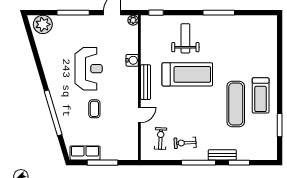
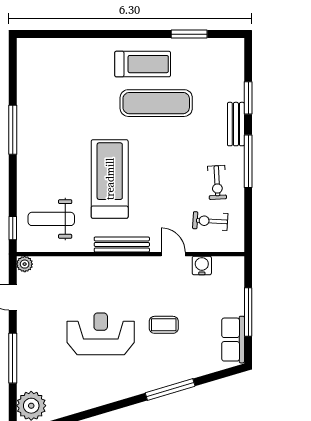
weight bench: (185, 38) -> (51, 219), moved
water cooler: (132, 60) -> (202, 265), moved
window: (53, 113) -> (170, 389), width x0.68

